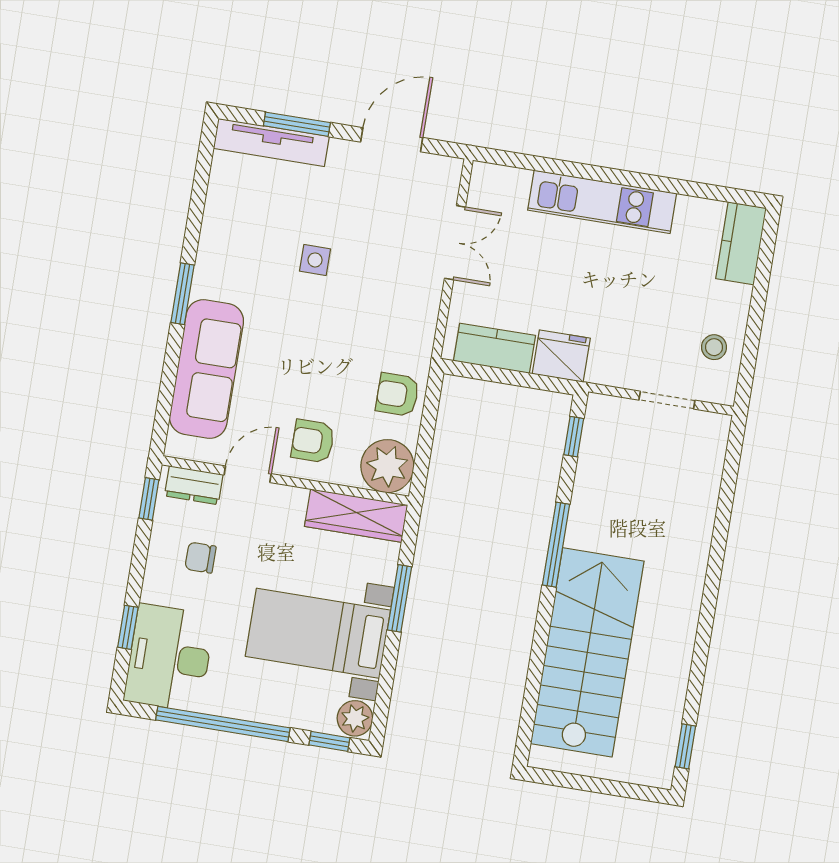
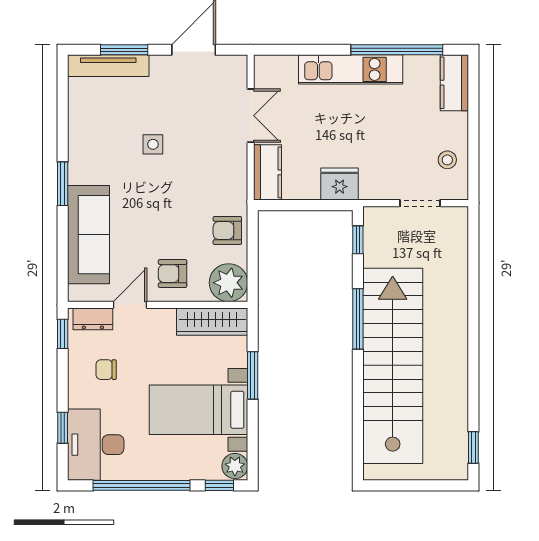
window: (670, 185) -> (397, 50), added
kitchen counter: (495, 348) -> (267, 172), moved, turned 90
stairs: (587, 652) -> (393, 366), width x1.36

